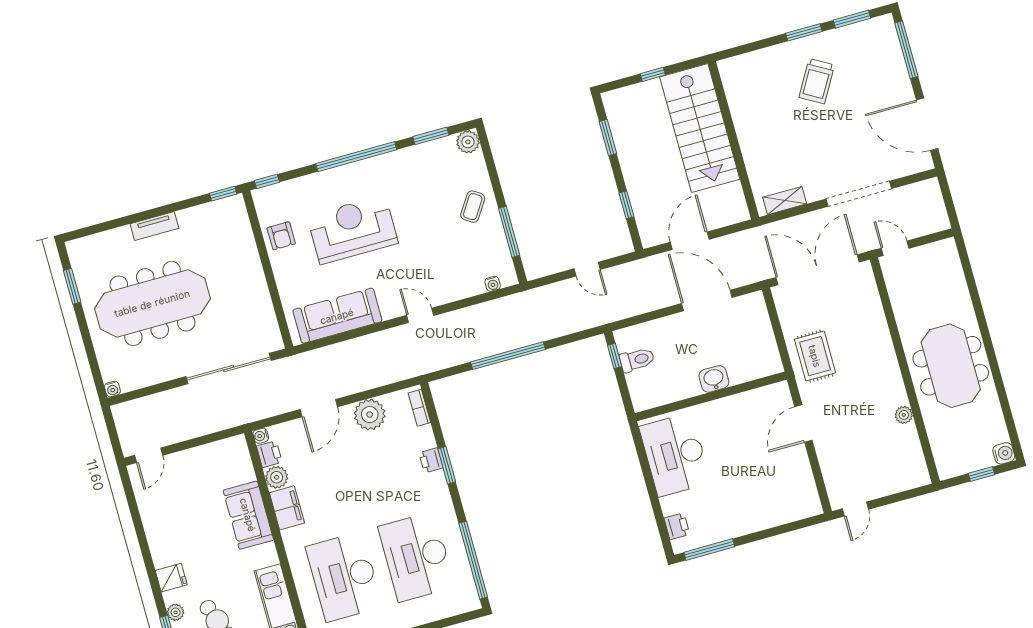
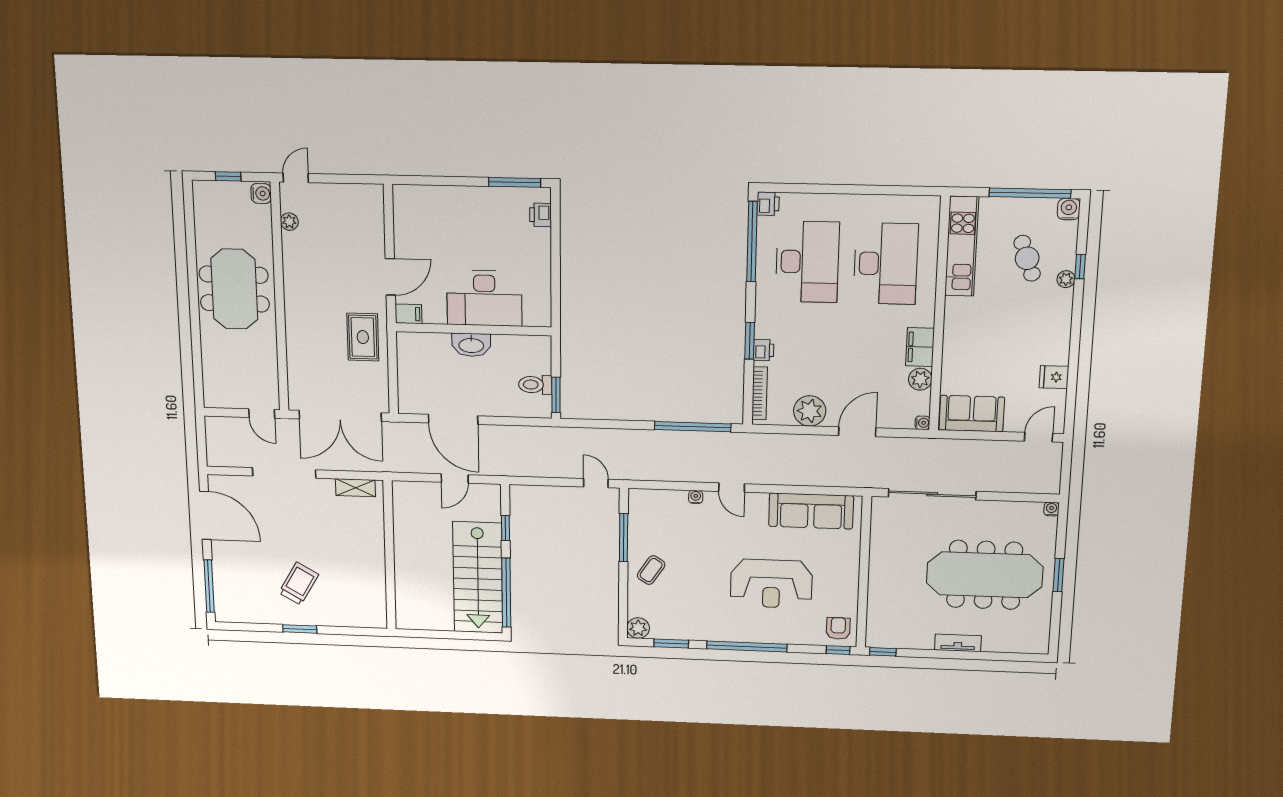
window: (852, 19) -> (253, 627), removed
window: (653, 74) -> (449, 635), removed
stairs: (700, 128) -> (478, 578), moved, turned 180
window: (608, 138) -> (506, 593), width x2.11
armchair: (281, 236) -> (838, 628), moved
door: (690, 241) -> (455, 478), width x0.73
door: (587, 269) -> (596, 483), moved
water cooler: (493, 284) -> (696, 497), moved
window: (72, 286) -> (1059, 575), moved
window: (508, 356) -> (693, 427), moved
window: (615, 356) -> (556, 395), width x1.50
washbasin: (714, 379) -> (471, 345), width x1.38
filing cabinet: (777, 392) -> (408, 314), added
bookcase: (419, 408) -> (760, 393), width x1.56
plant: (904, 415) -> (289, 222), moved
water cooler: (1004, 453) -> (261, 193), moved, turned 180
printer: (269, 454) -> (768, 204), moved, turned 180
desk: (675, 455) -> (484, 298), moved, turned 90
door: (855, 509) -> (296, 178), moved
sofa: (248, 515) -> (972, 414), moved, turned -90
fridge: (171, 578) -> (1054, 377), moved

